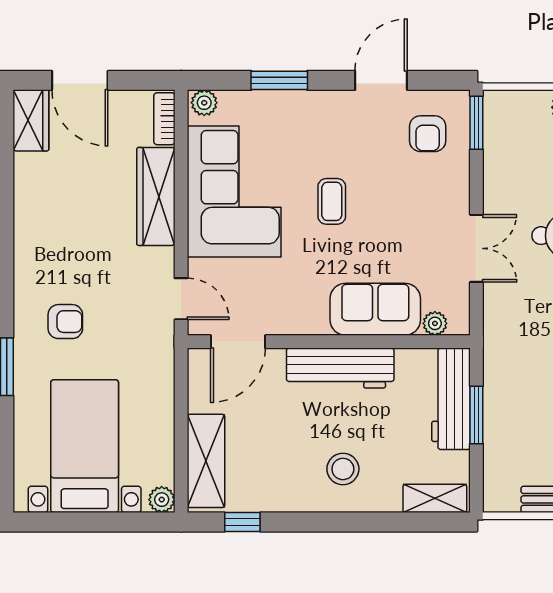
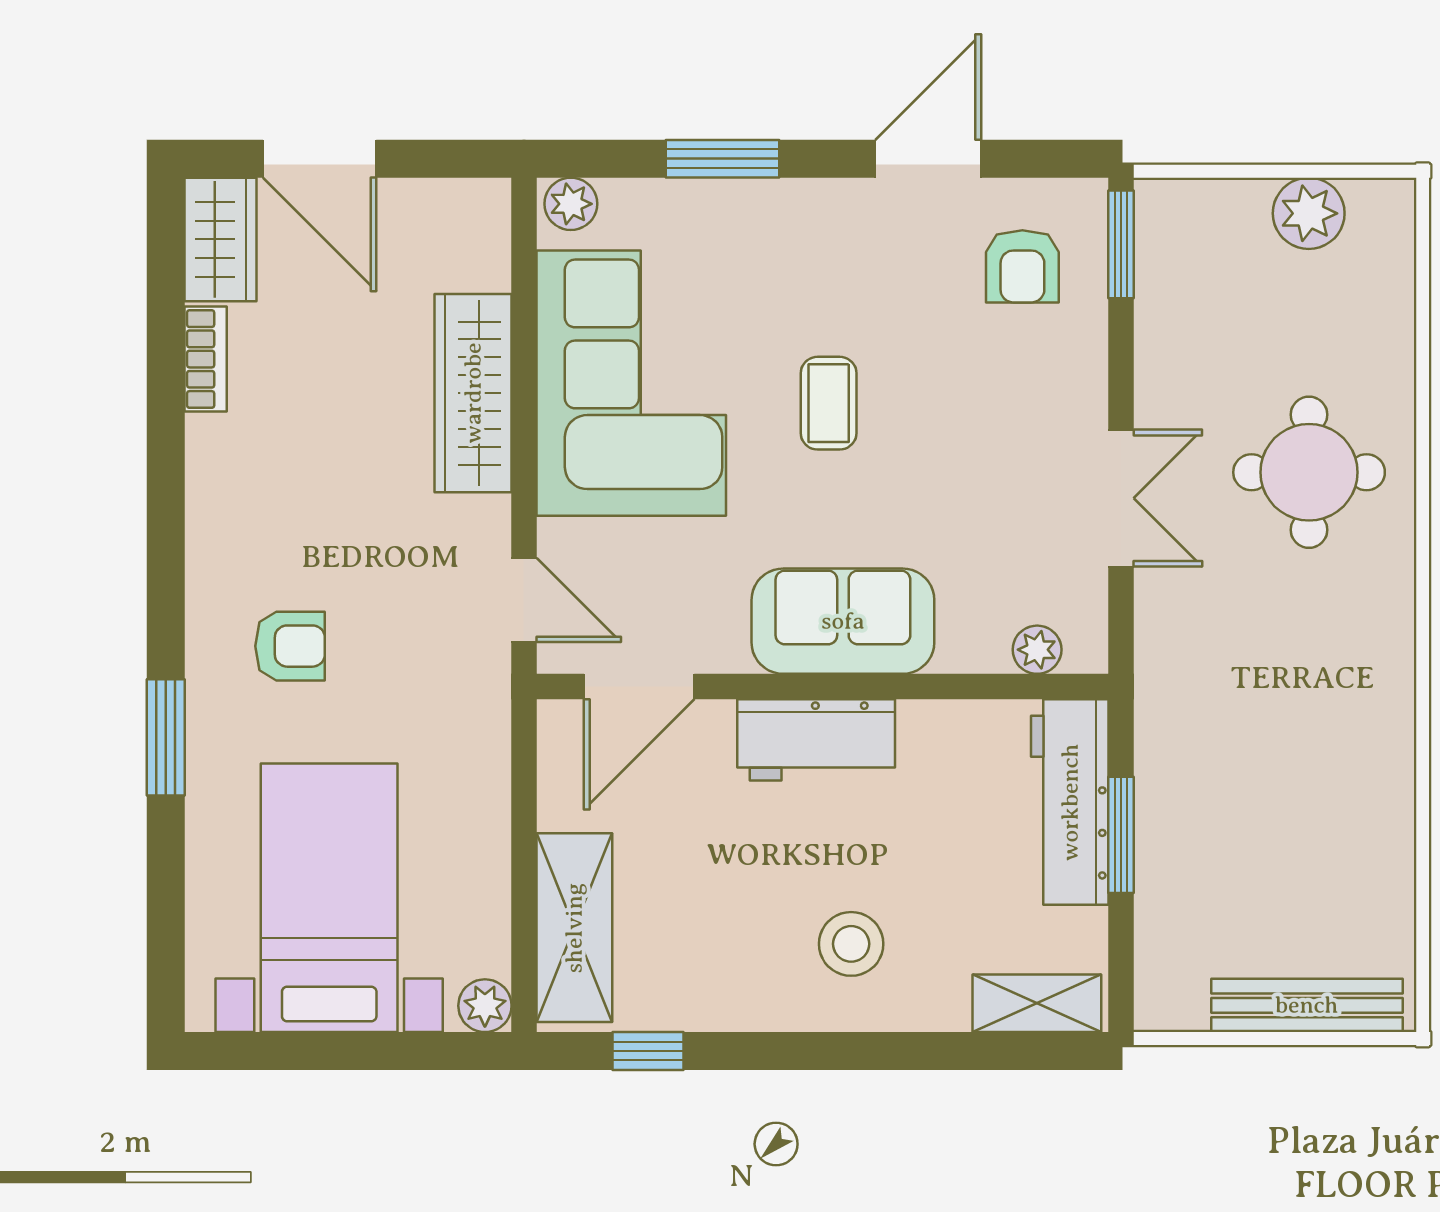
bookcase: (164, 119) -> (206, 359), moved, turned 180
sofa: (375, 309) -> (843, 621), moved
workbench: (340, 368) -> (816, 740), width x0.73

